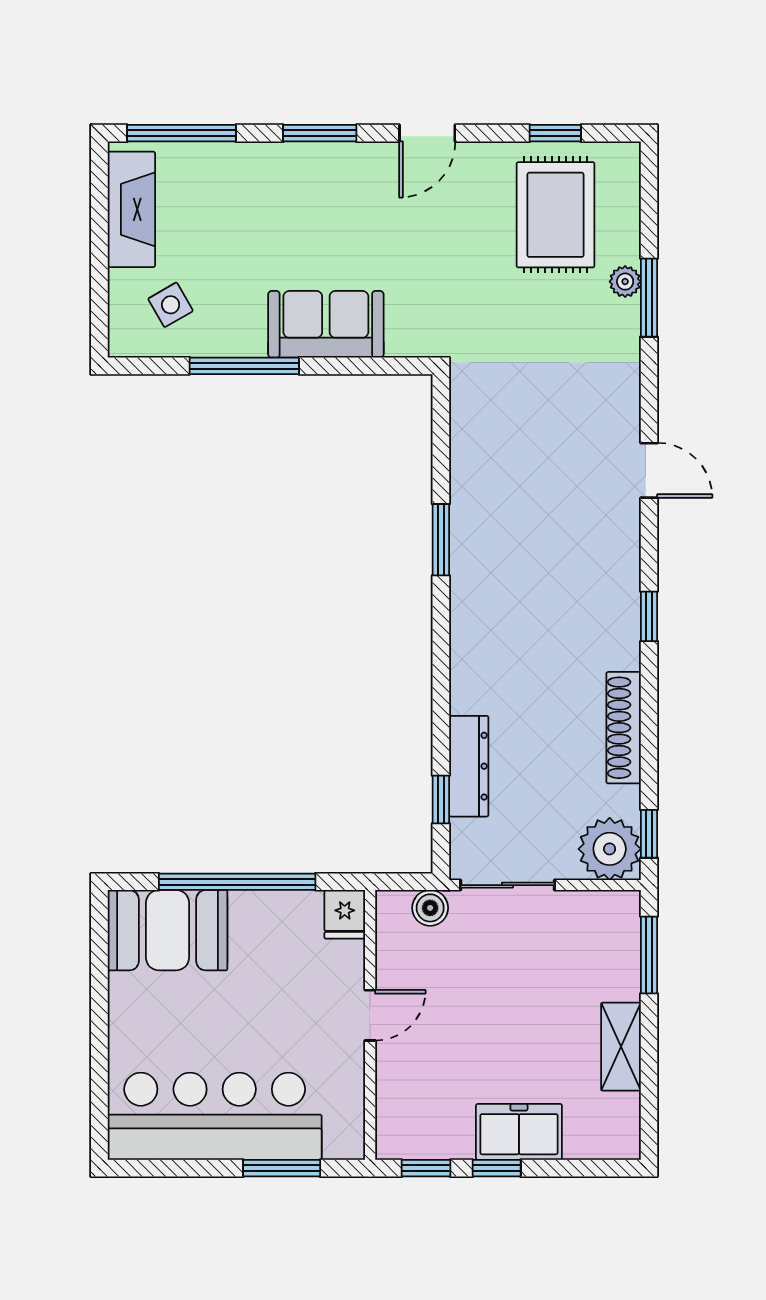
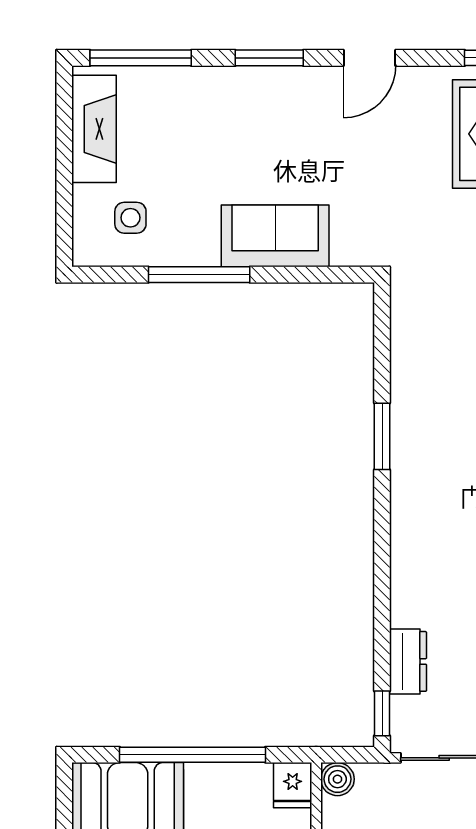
side table: (171, 305) -> (130, 218), turned 30
dresser: (469, 766) -> (408, 661), width x0.70
window: (441, 799) -> (382, 713), moved
boiler: (430, 908) -> (337, 779), moved

